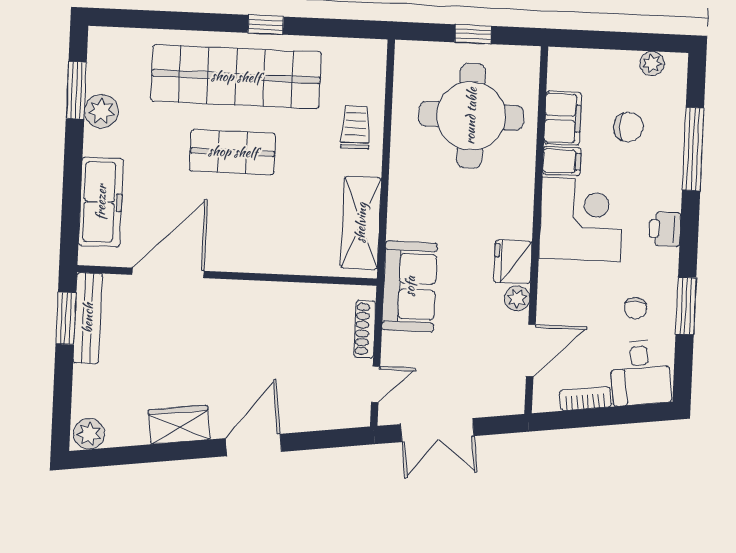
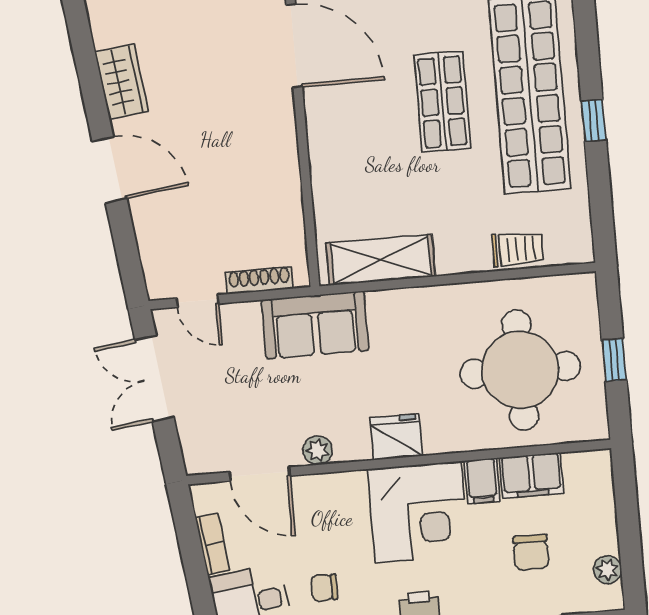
trolley: (356, 127) -> (518, 249), moved
fridge: (513, 262) -> (396, 437), moved

